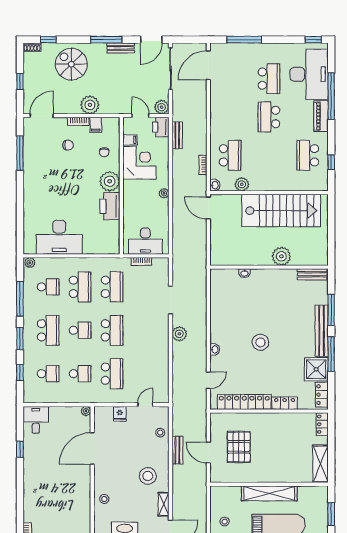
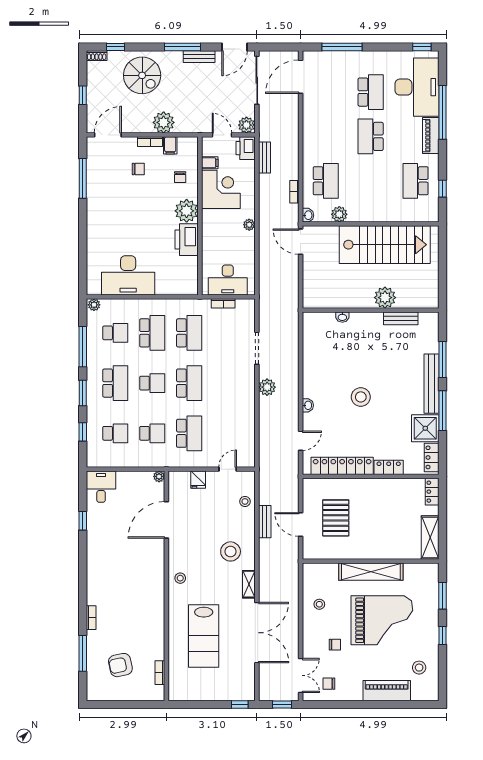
spiral stairs: (71, 64) -> (142, 75), turned 180
bench: (312, 274) -> (401, 318), moved

